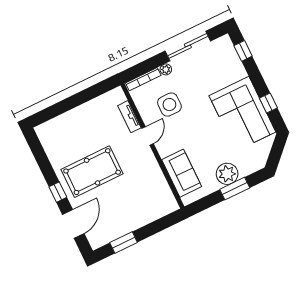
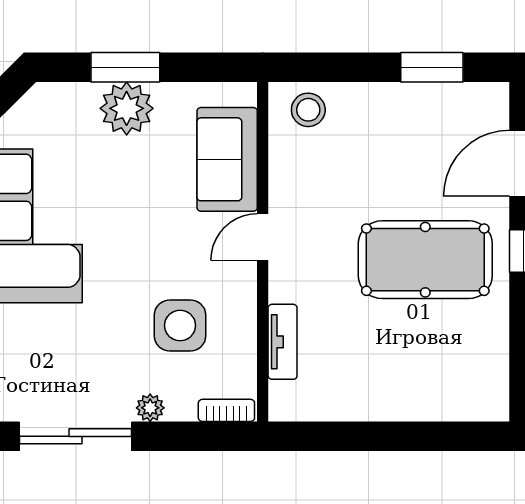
bookcase: (143, 79) -> (226, 410), width x0.64
door: (148, 136) -> (263, 237), moved
stool: (161, 205) -> (308, 110), added

